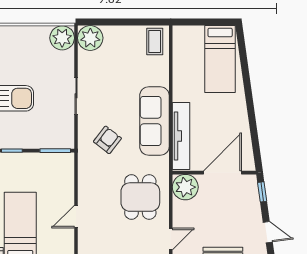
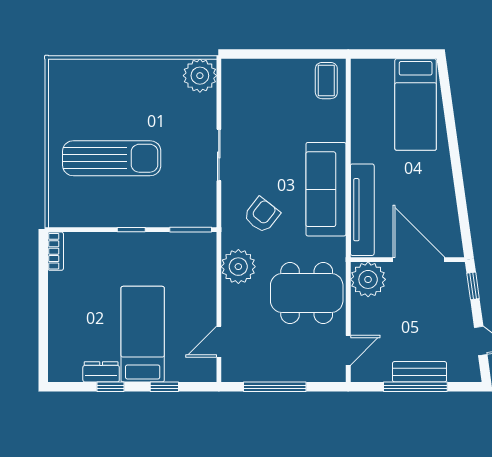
plant: (90, 38) -> (238, 267), moved
door: (222, 173) -> (419, 260), hinge flipped
dining table: (140, 197) -> (307, 293), width x1.38
door: (76, 217) -> (219, 342), moved

